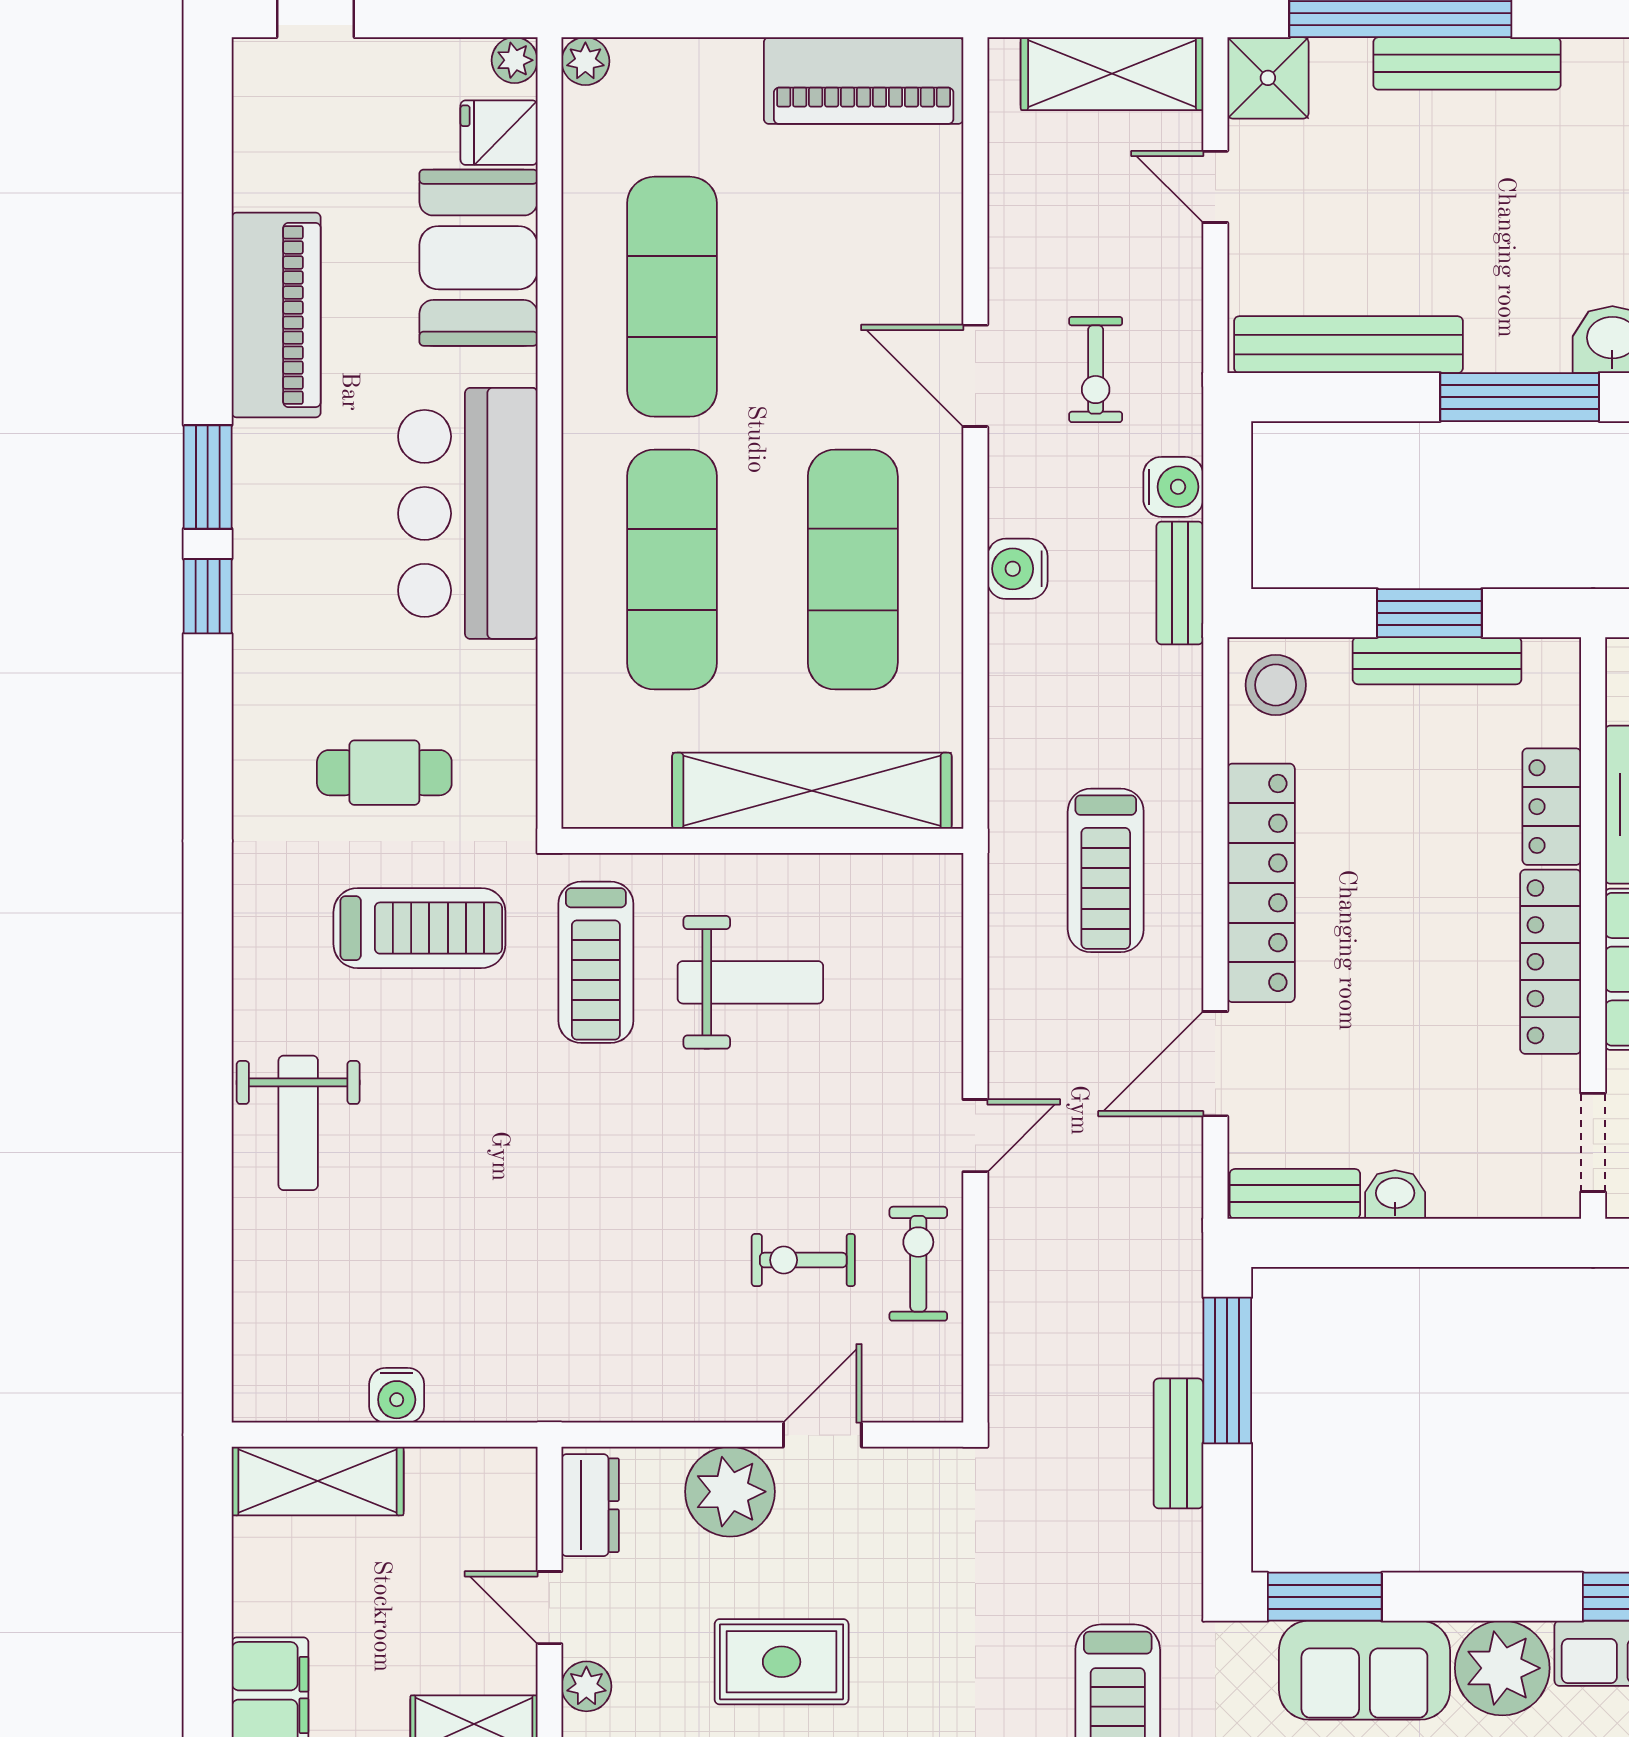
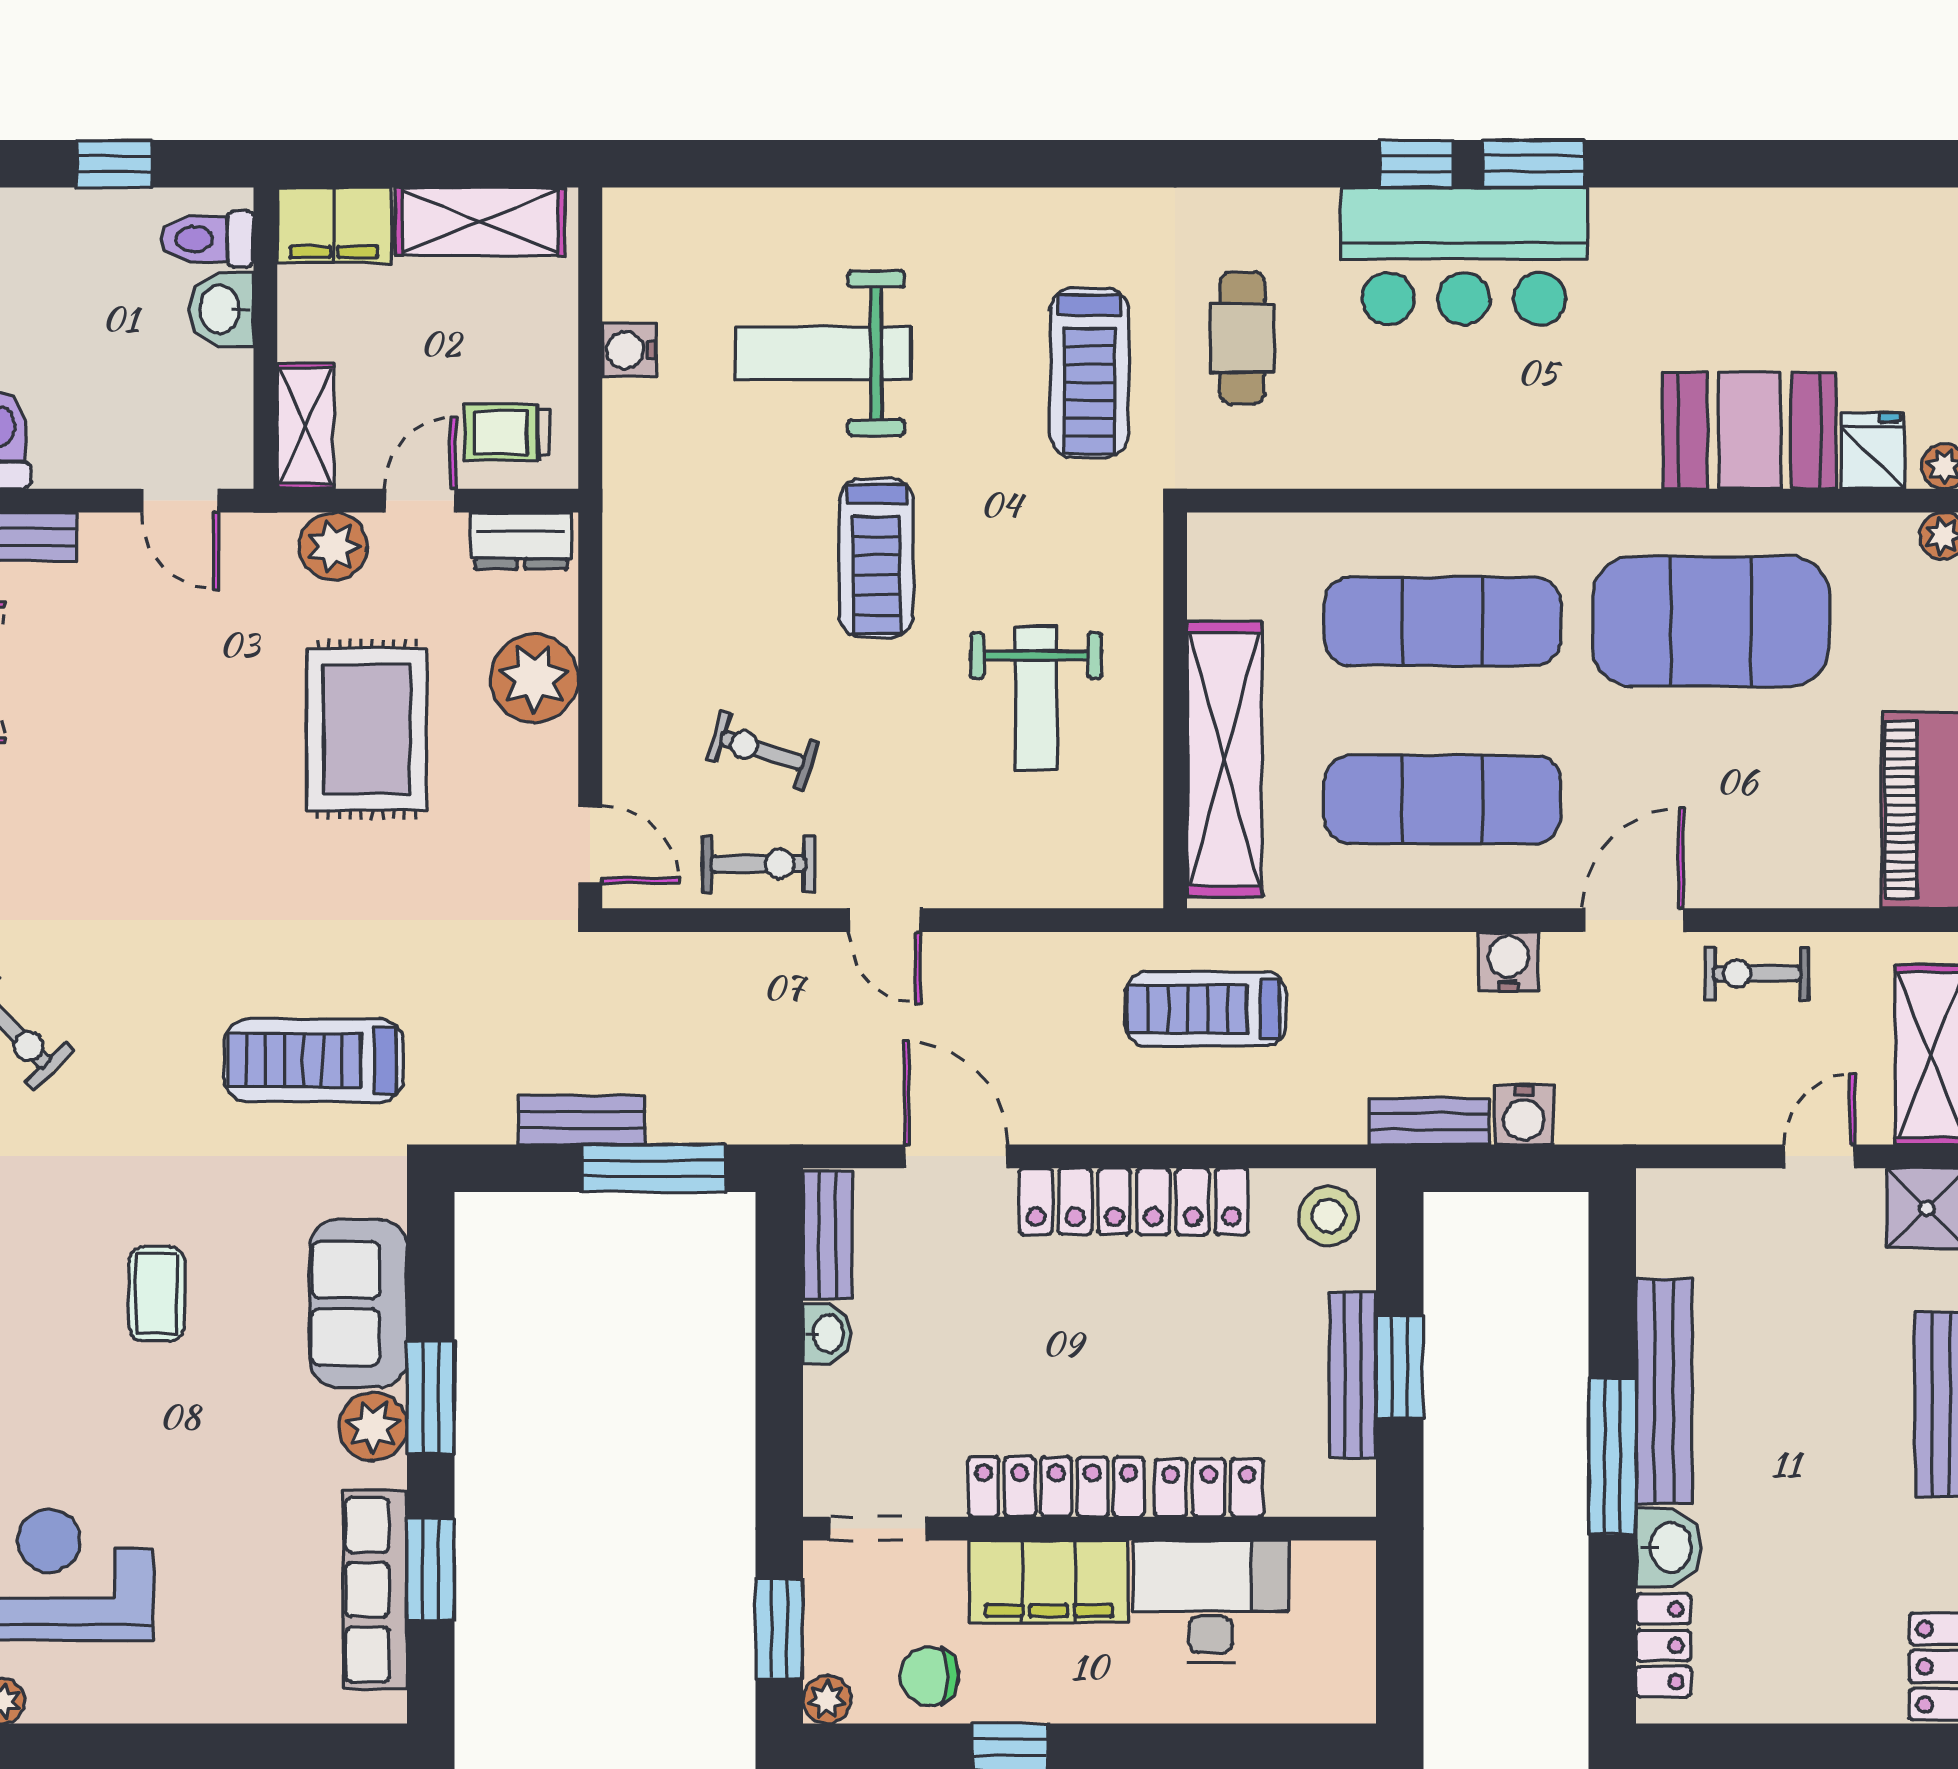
exercise mat: (672, 297) -> (1711, 621), width x1.47
piano: (276, 315) -> (1693, 231), removed
bench: (1348, 345) -> (1664, 1391), moved
exercise bike: (1096, 370) -> (1757, 973), moved
bar counter: (468, 513) -> (1464, 256), moved, turned 180
water cooler: (1017, 569) -> (1508, 962), moved
treadmill: (1106, 870) -> (1206, 1009), moved
treadmill: (596, 962) -> (876, 558), moved, turned -90
weight bench: (298, 1123) -> (823, 353), moved, width x1.36, depth x1.33
exercise bike: (803, 1260) -> (762, 751), turned -72
door: (822, 1435) -> (590, 845), moved
shelving: (318, 1481) -> (480, 221), moved, turned 90
trolley: (481, 1520) -> (507, 433), added
window: (1325, 1597) -> (431, 1398), moved
rug: (782, 1662) -> (367, 729), width x1.36, depth x1.43
plant: (1502, 1668) -> (373, 1427), width x0.73, depth x0.73
plant: (586, 1686) -> (333, 546), width x1.38, depth x1.38

